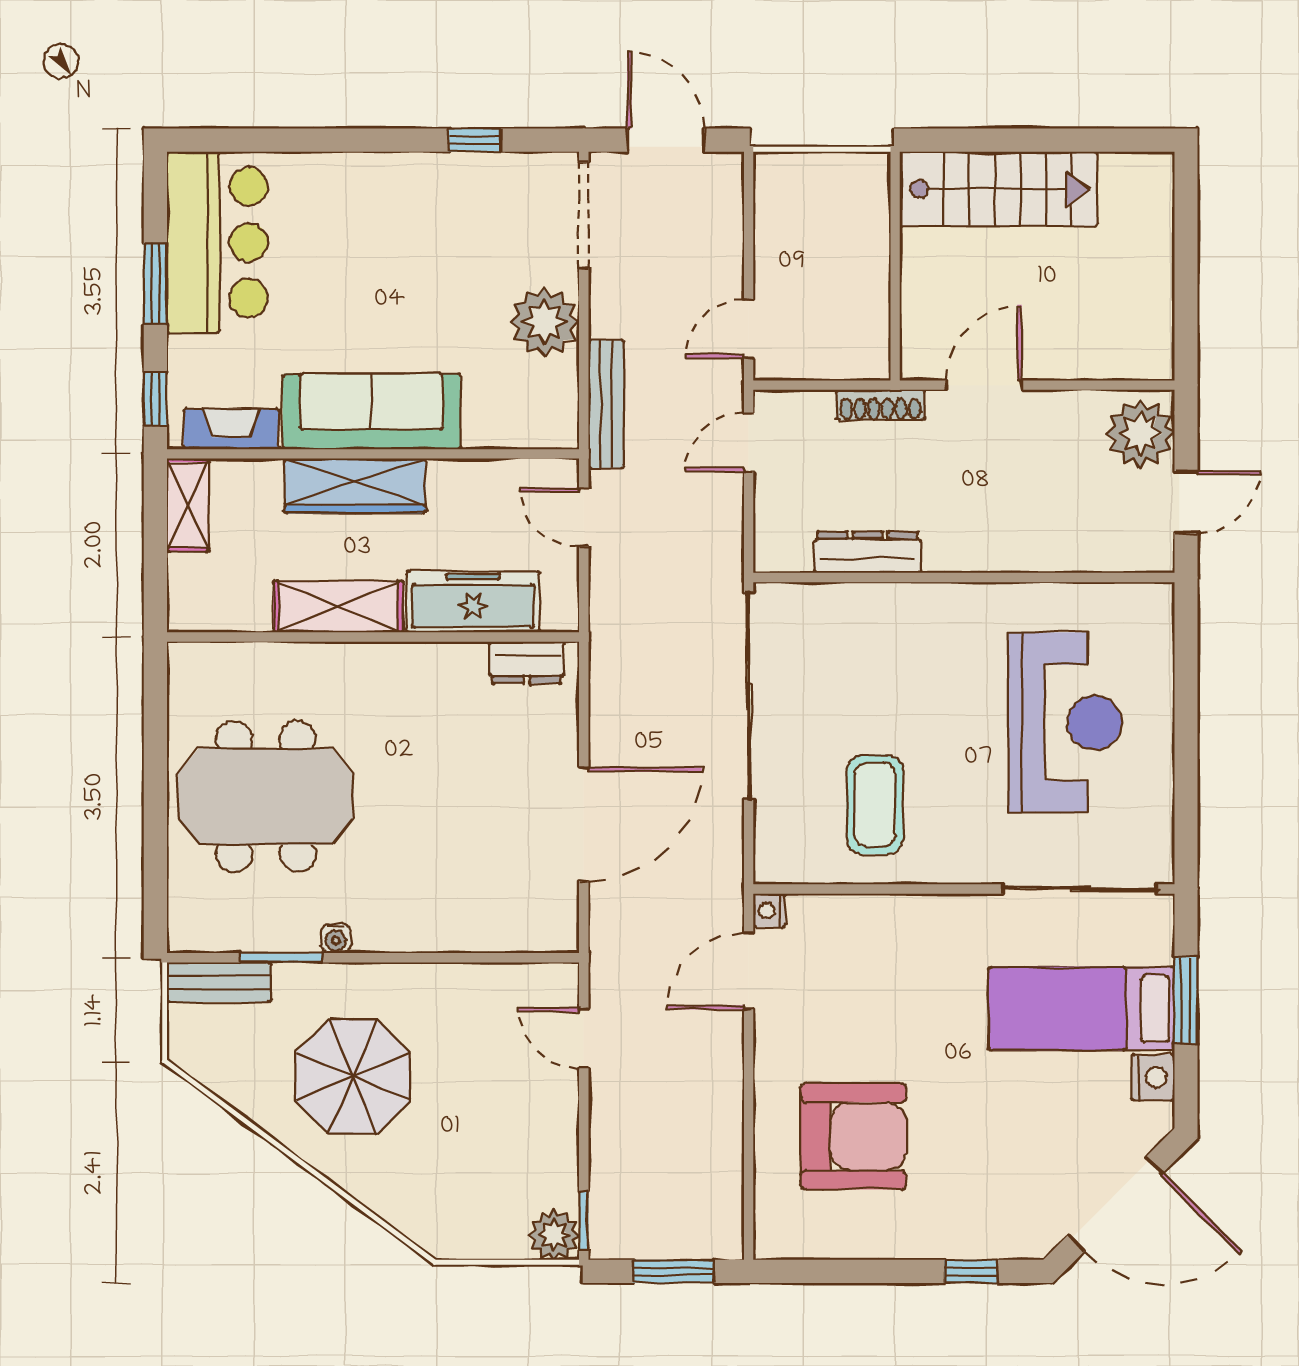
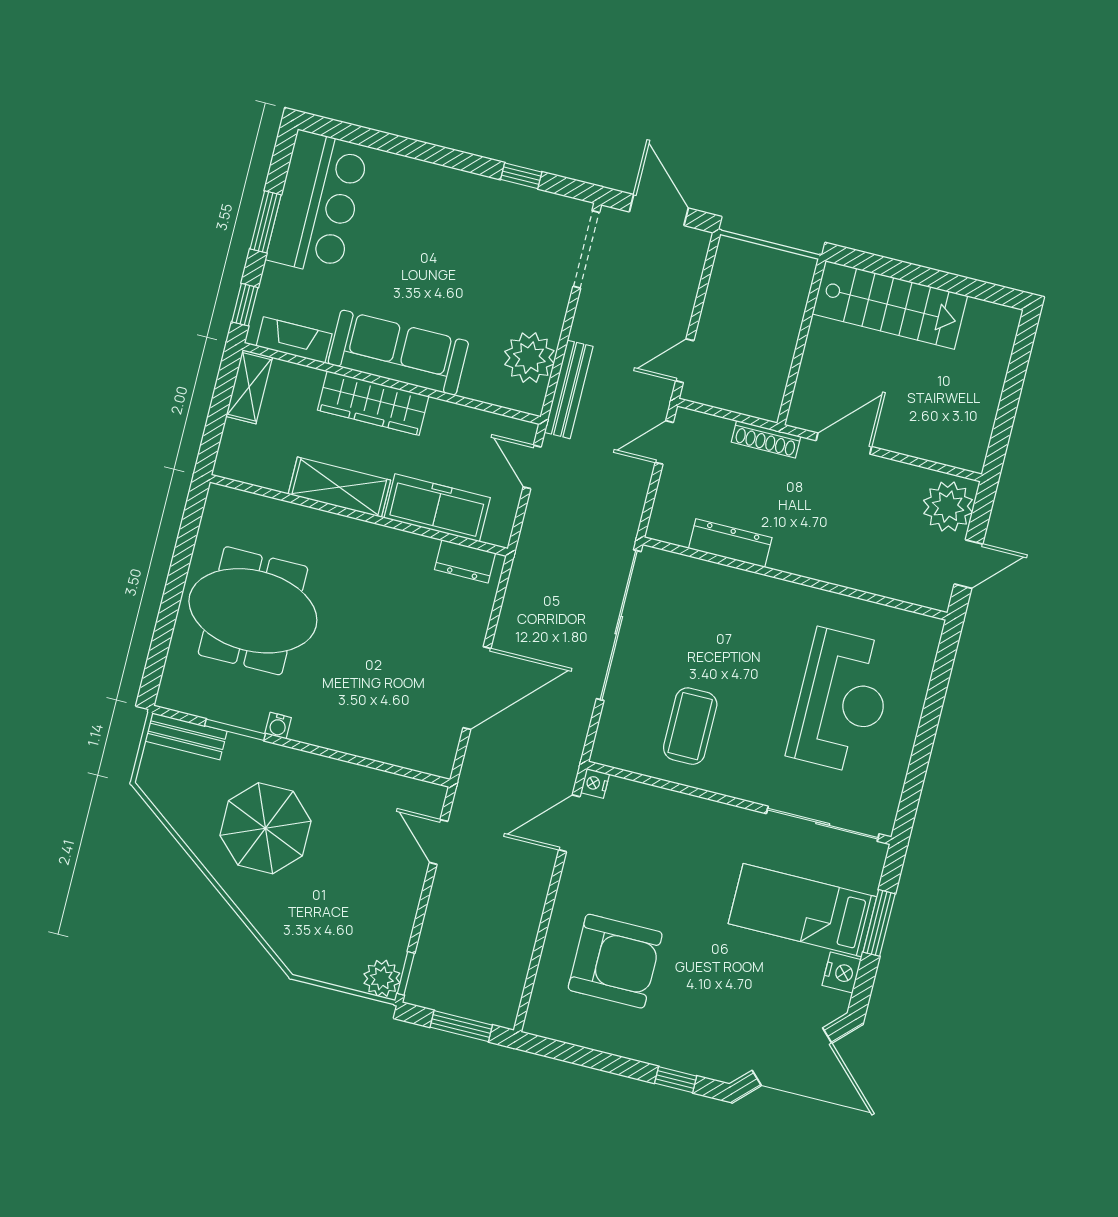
plant: (545, 322) -> (529, 358), moved

